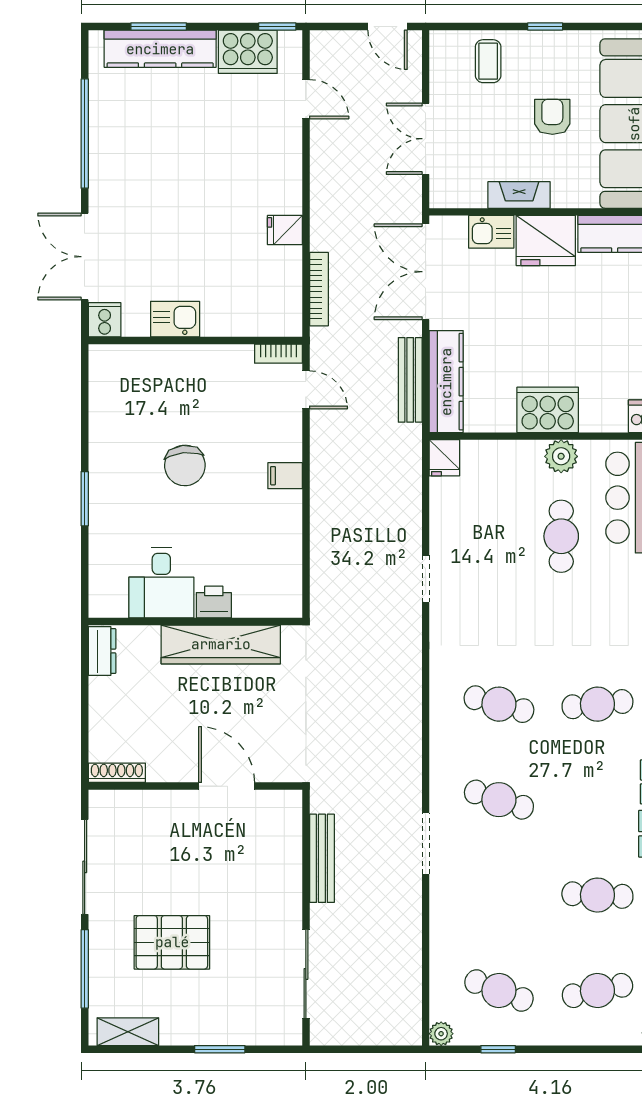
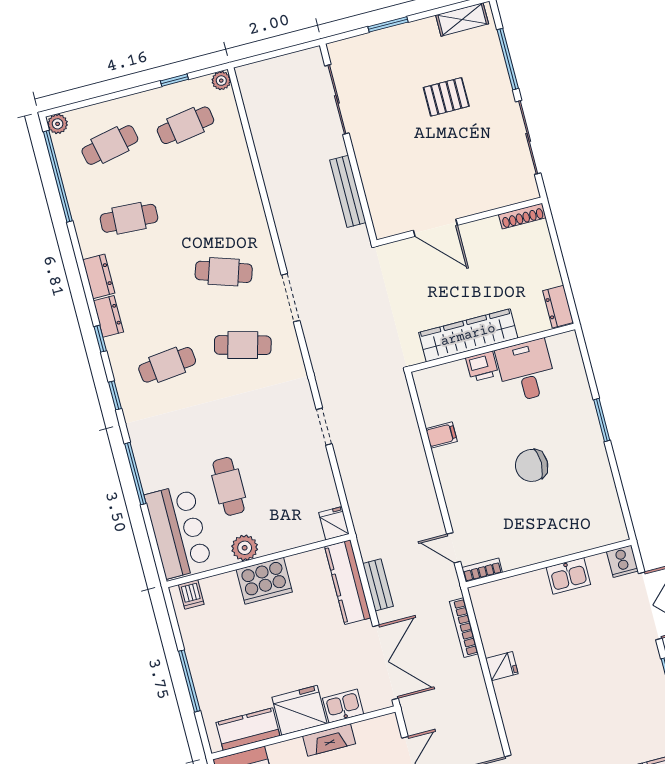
bench: (410, 380) -> (378, 585), width x0.73
chair: (185, 465) -> (532, 465), turned -84
filing cabinet: (285, 476) -> (441, 435), moved
doorway: (426, 843) -> (291, 298), moved
pallet: (172, 942) -> (446, 97), width x0.67, depth x0.71
cafe table: (499, 991) -> (186, 125), turned -30

